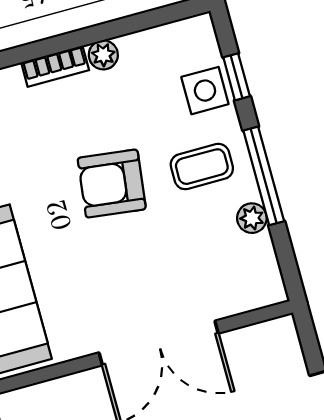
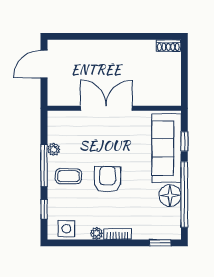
side table: (205, 91) -> (66, 229), moved
armchair: (112, 184) -> (108, 179), turned -97

